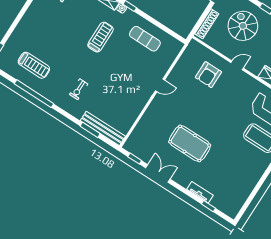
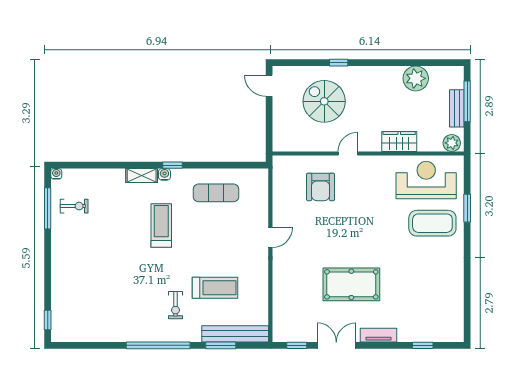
shoe rack: (207, 24) -> (279, 127), removed
treadmill: (34, 65) -> (215, 288), moved
window: (34, 94) -> (158, 345), moved
tv unit: (200, 192) -> (378, 335), moved

